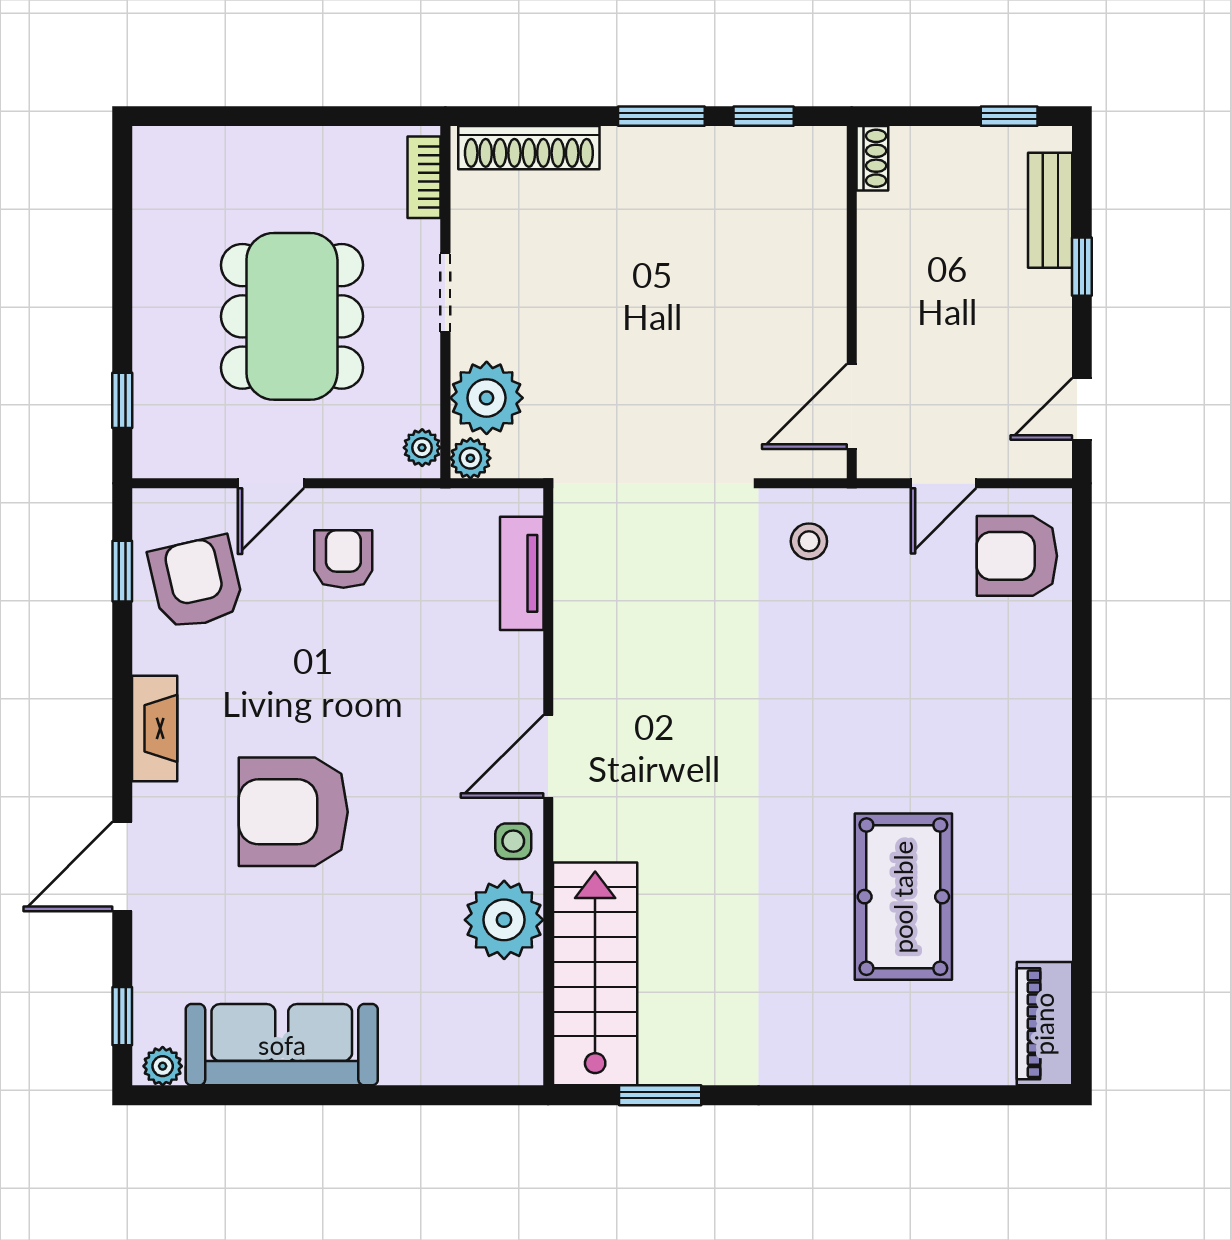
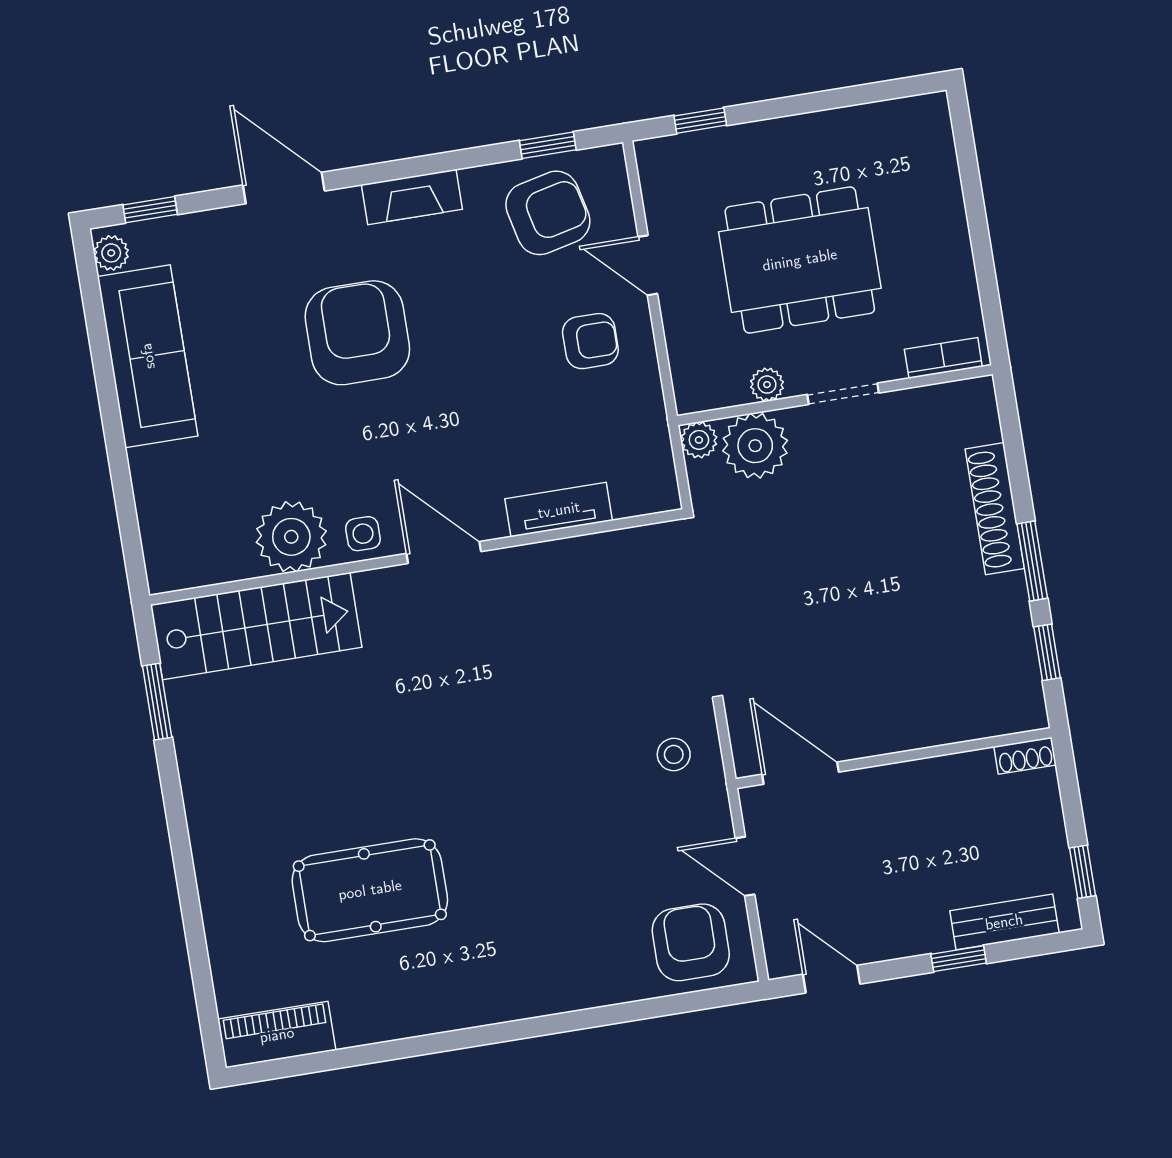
shoe rack: (529, 148) -> (995, 509), moved
plant: (422, 448) -> (767, 385), moved
tv unit: (522, 573) -> (559, 510), moved

